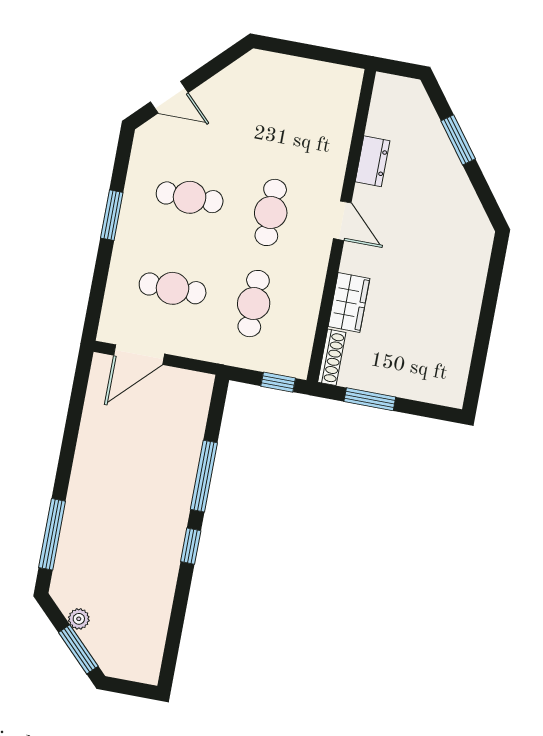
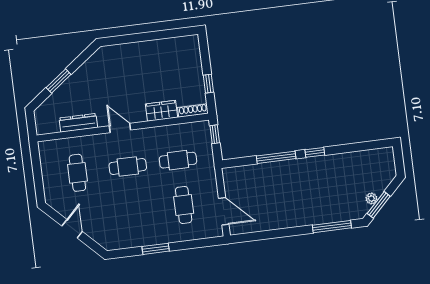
door: (169, 97) -> (72, 229), moved
dresser: (373, 161) -> (78, 123), width x1.44
cafe table: (190, 197) -> (77, 173), moved
door: (342, 221) -> (120, 128), hinge flipped
window: (370, 399) -> (208, 84), width x0.67
window: (78, 649) -> (379, 205), moved

